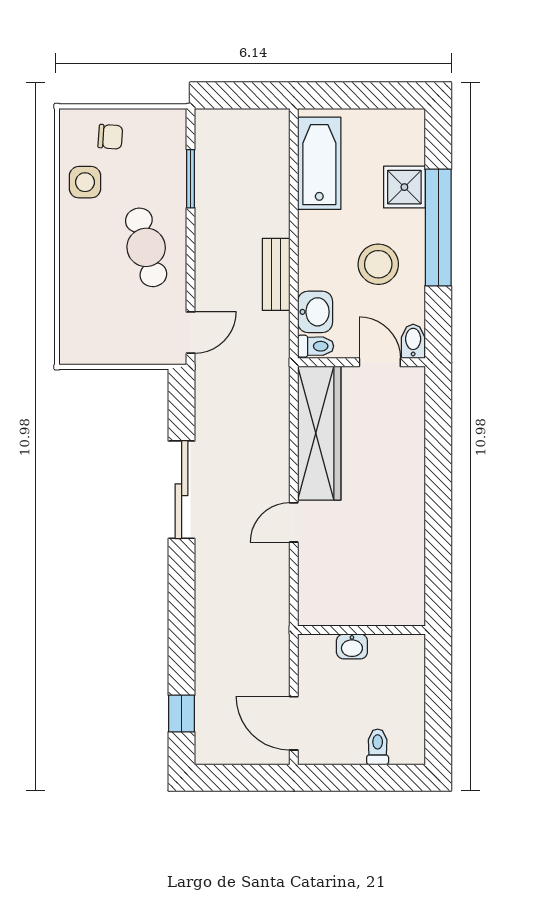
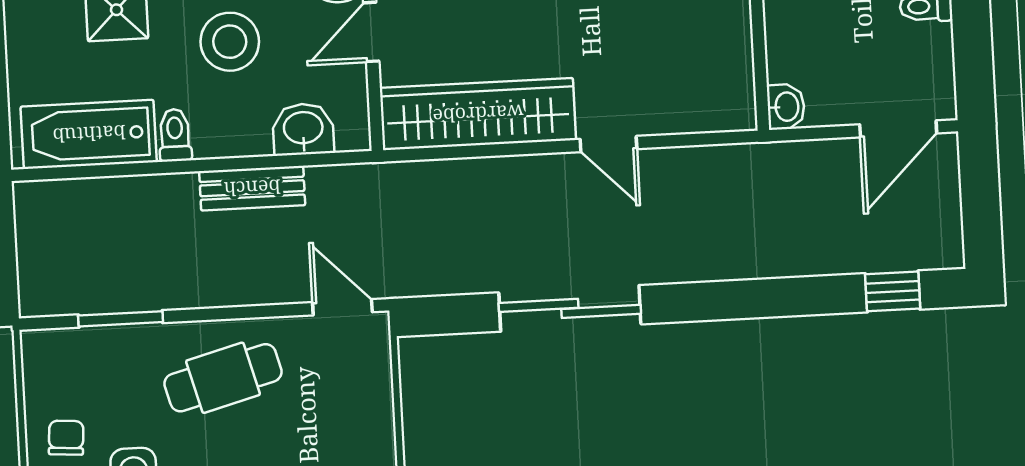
toilet: (316, 346) -> (175, 135), moved
washbasin: (352, 646) -> (786, 107), moved

